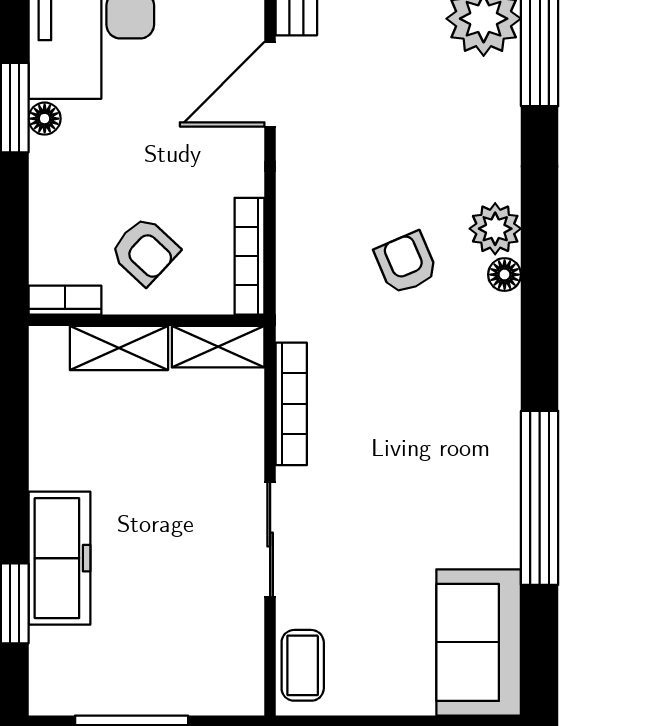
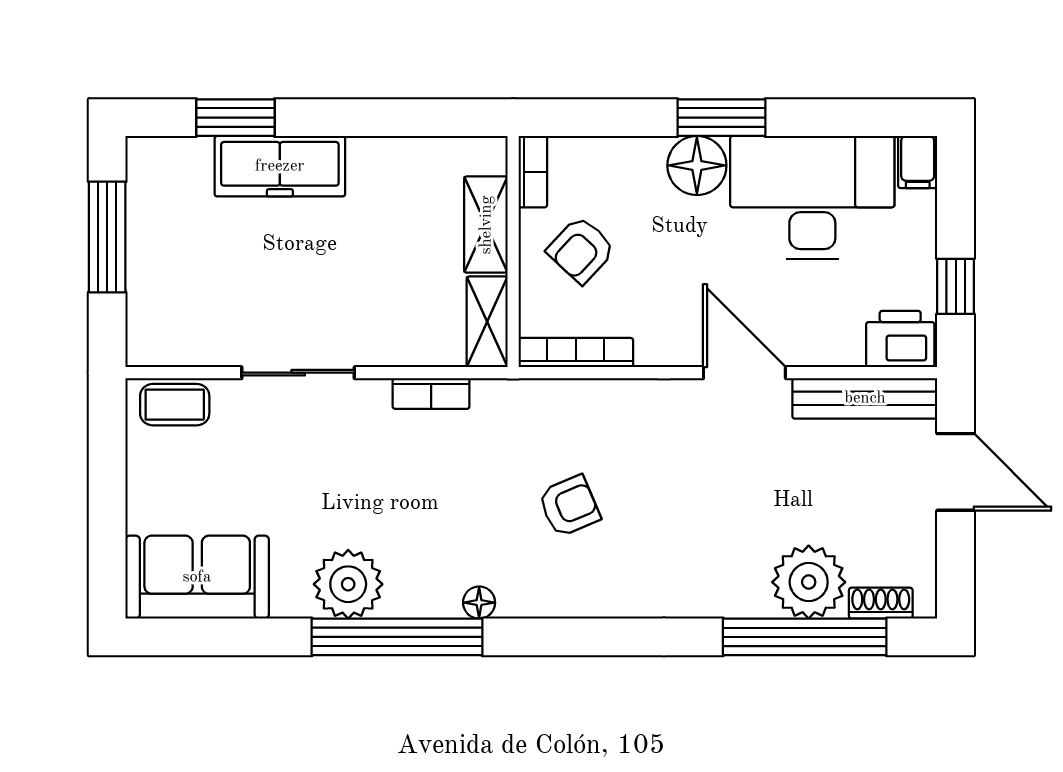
floor lamp: (45, 119) -> (697, 165), width x1.89, depth x1.89
plant: (495, 229) -> (348, 584), moved, width x1.36, depth x1.36
floor lamp: (505, 275) -> (479, 603), moved
bookcase: (291, 404) -> (431, 394), width x0.64
window: (540, 498) -> (397, 637), moved

